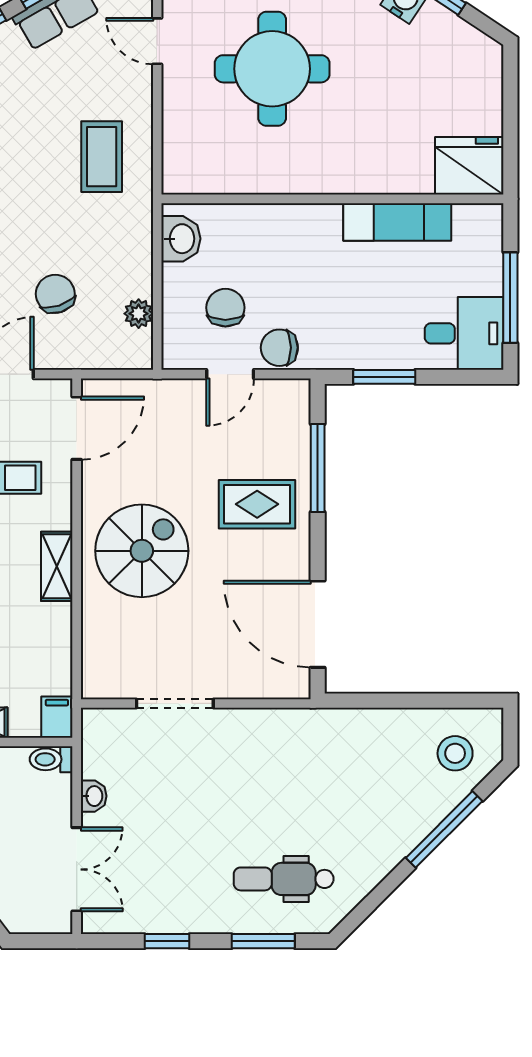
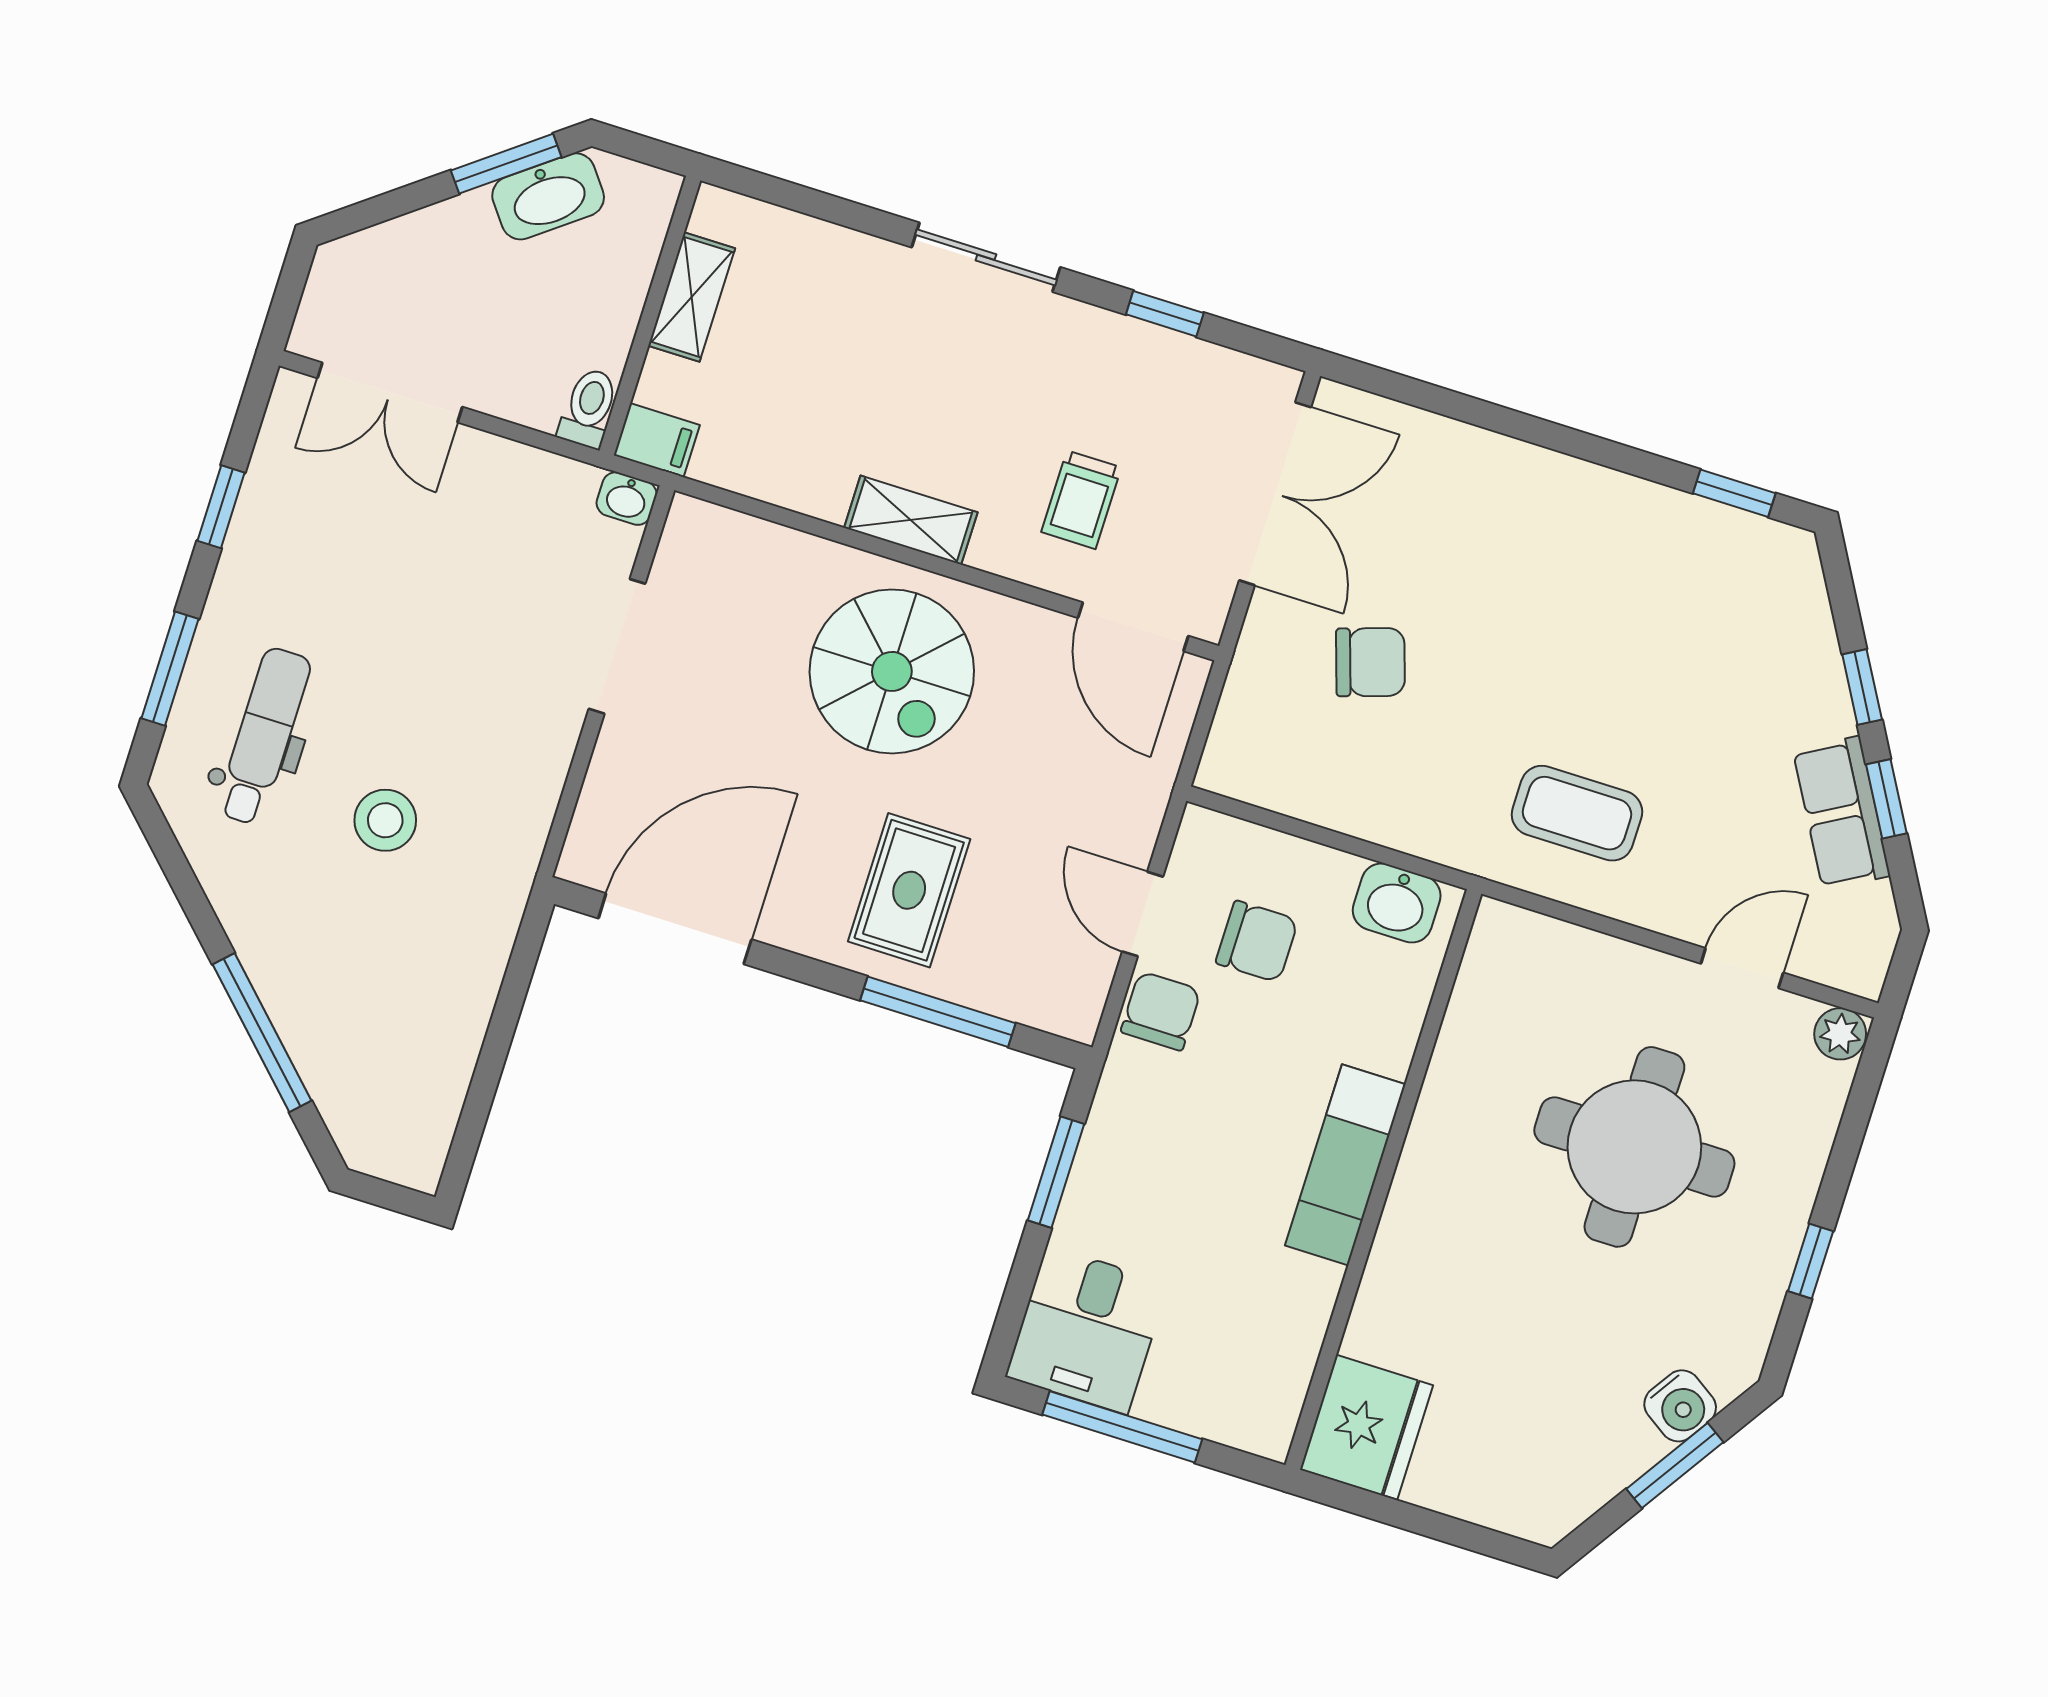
exam couch: (397, 222) -> (1345, 1165), moved
plant: (139, 314) -> (1293, 792), removed
stool: (455, 753) -> (385, 820), moved
washbasin: (94, 796) -> (627, 499), moved

